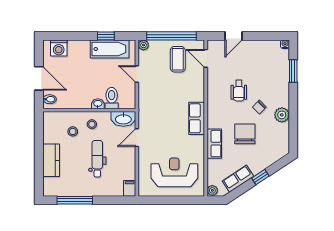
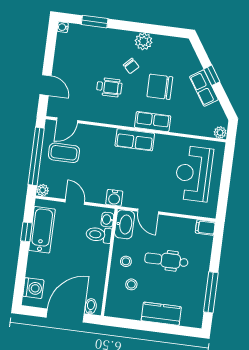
door: (137, 74) -> (75, 202), swing flipped
door: (39, 78) -> (65, 315), width x1.36
washbasin: (98, 104) -> (107, 220), moved
water cooler: (145, 107) -> (114, 198), added
row of seats: (214, 144) -> (153, 122), moved
row of seats: (238, 179) -> (204, 88), moved

